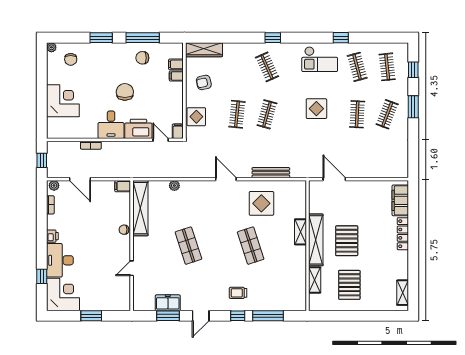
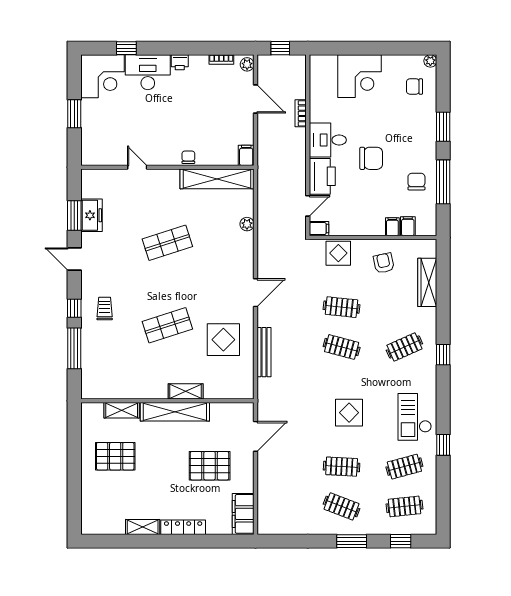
wardrobe: (204, 50) -> (427, 282), moved
door: (80, 179) -> (255, 99), swing flipped
filing cabinet: (400, 200) -> (243, 514), moved, turned -90
pallet: (347, 241) -> (210, 466), moved
shelving: (403, 293) -> (143, 527), moved

